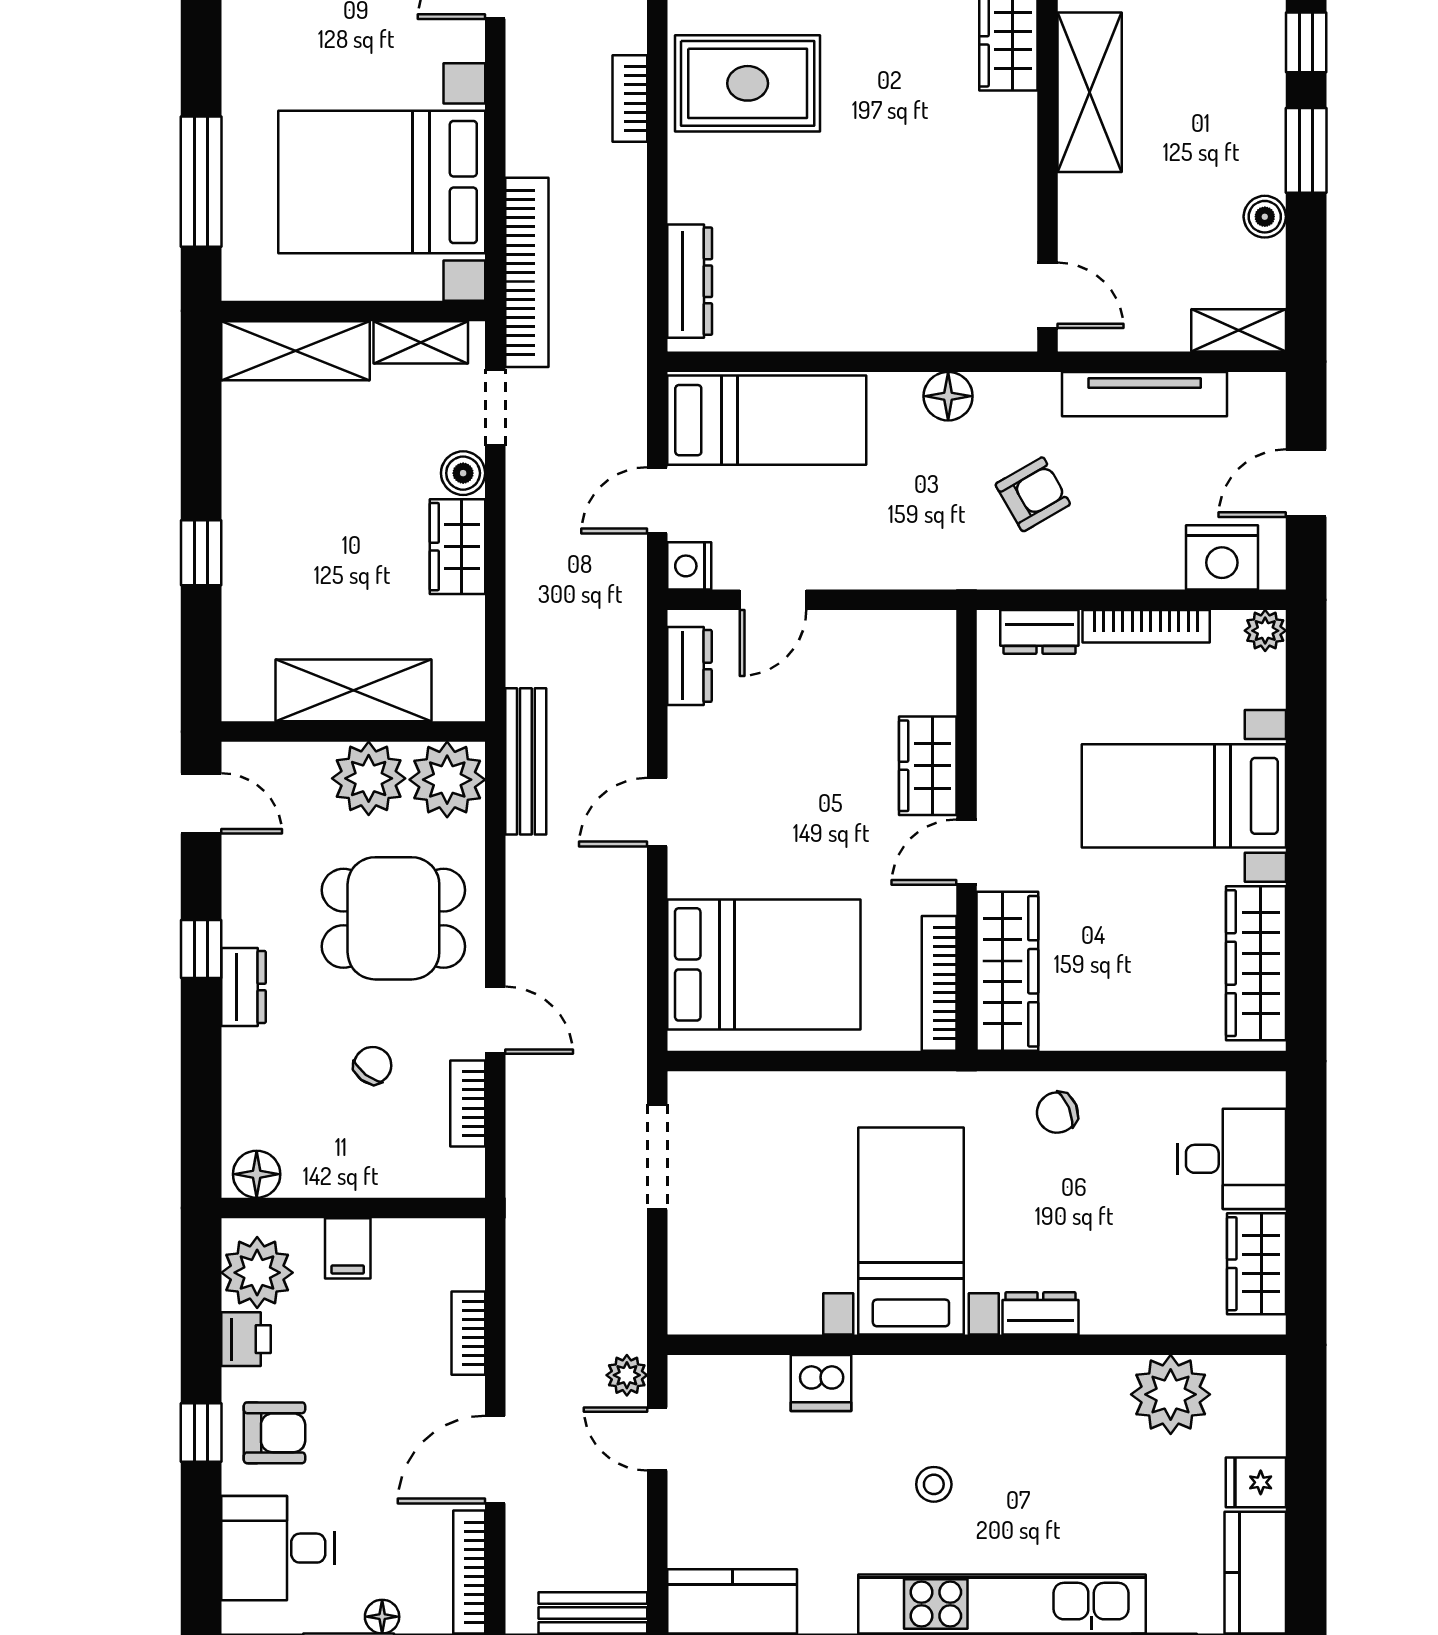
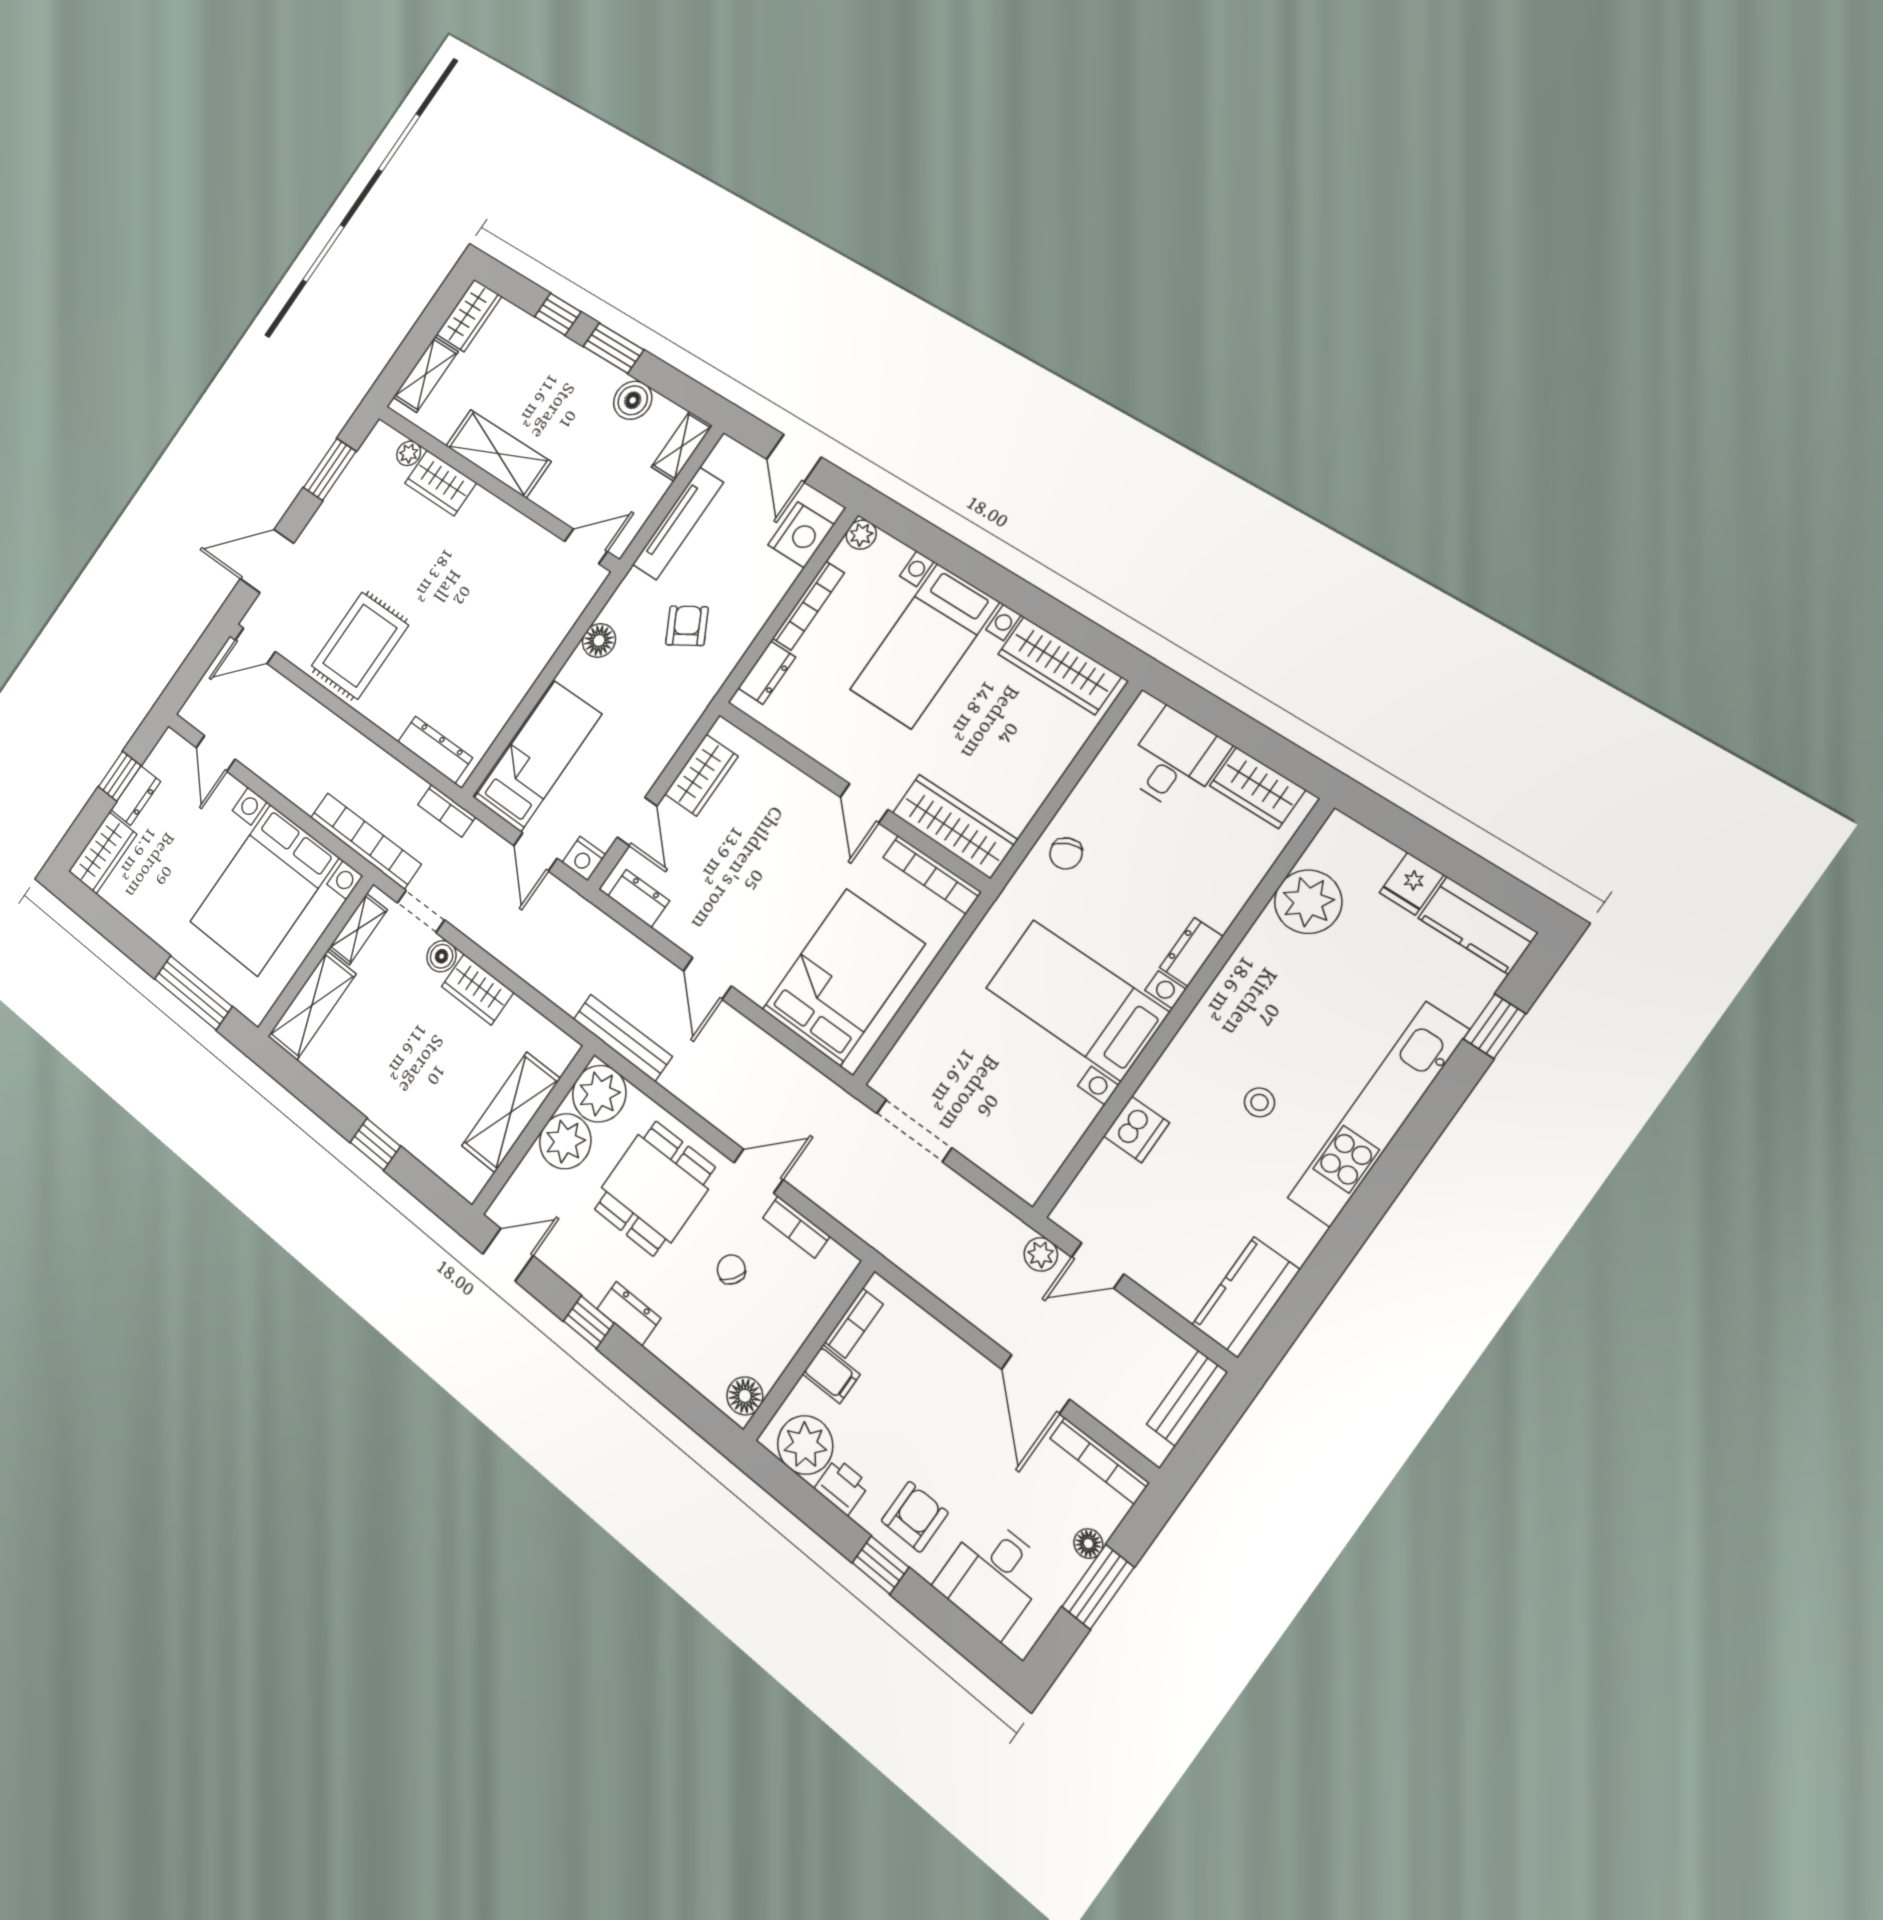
bookcase: (630, 98) -> (447, 811), moved
boiler: (1265, 217) -> (633, 400), width x1.36, depth x1.36
wardrobe: (928, 766) -> (701, 775), moved, turned -90
bookcase: (468, 1333) -> (854, 1323), moved, turned -90

